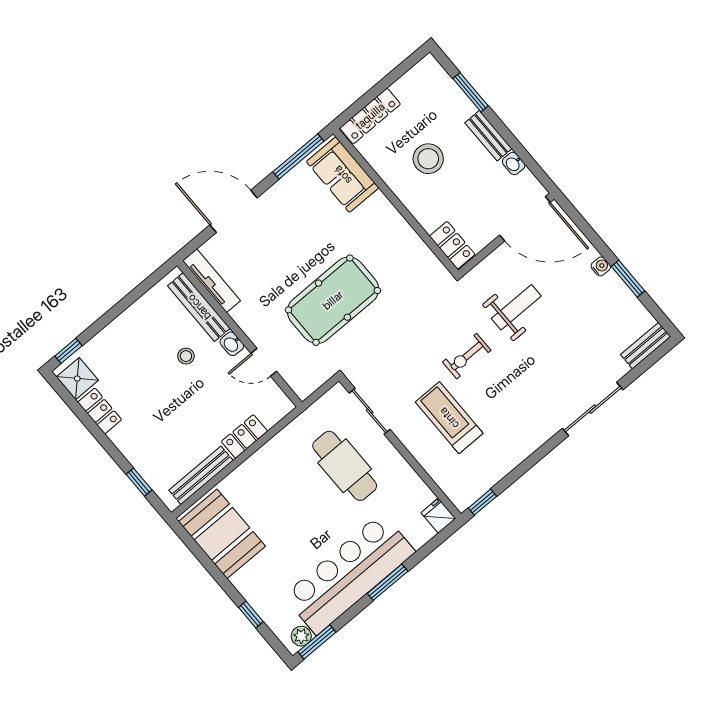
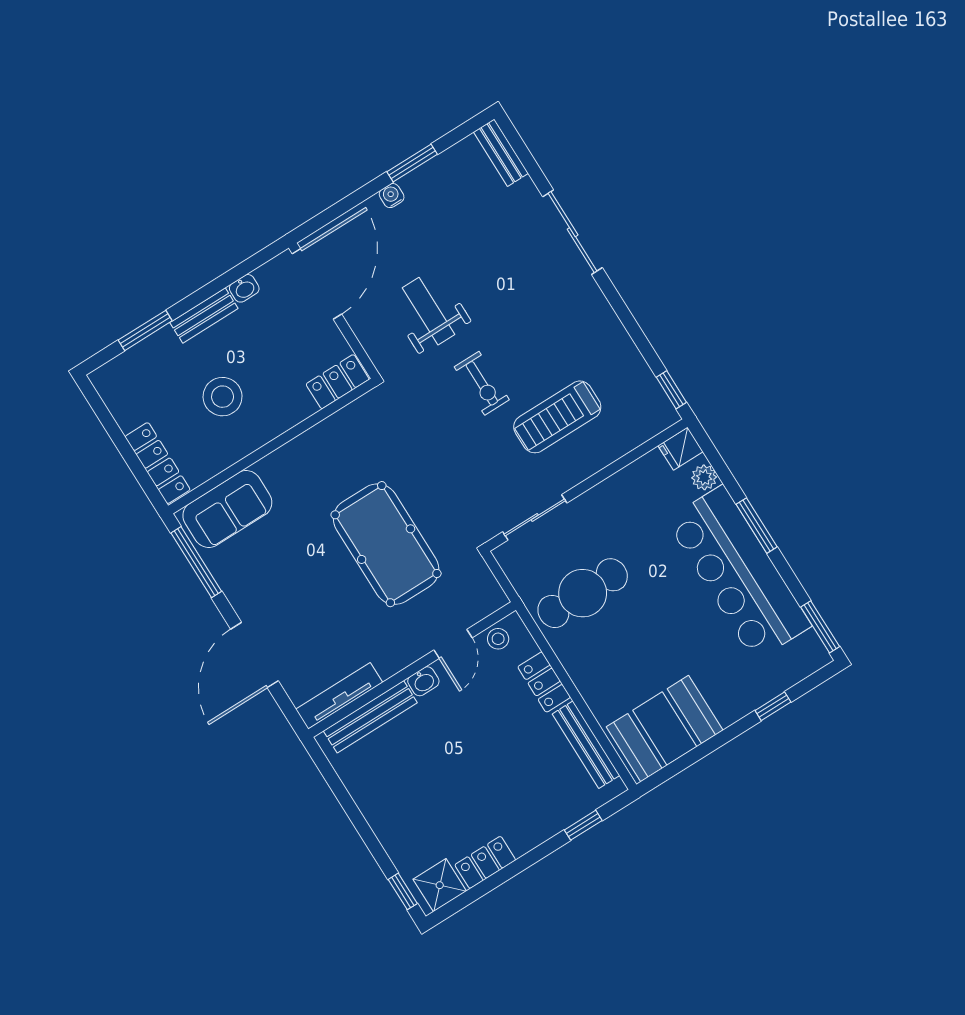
stool: (186, 356) -> (498, 639), moved
cafe table: (345, 466) -> (583, 593), moved
plant: (301, 636) -> (704, 477), moved

